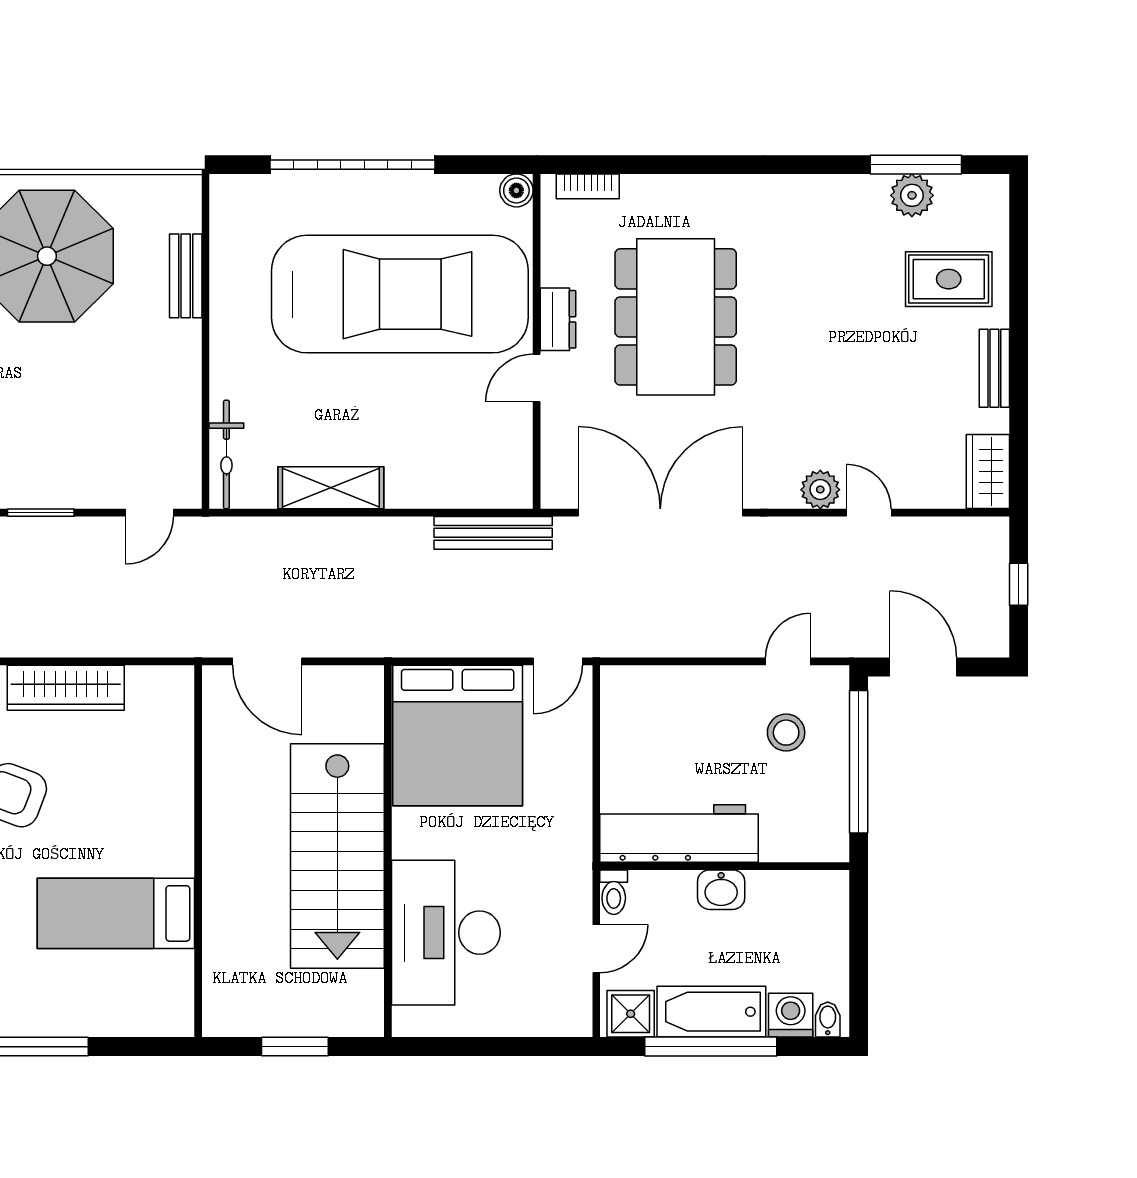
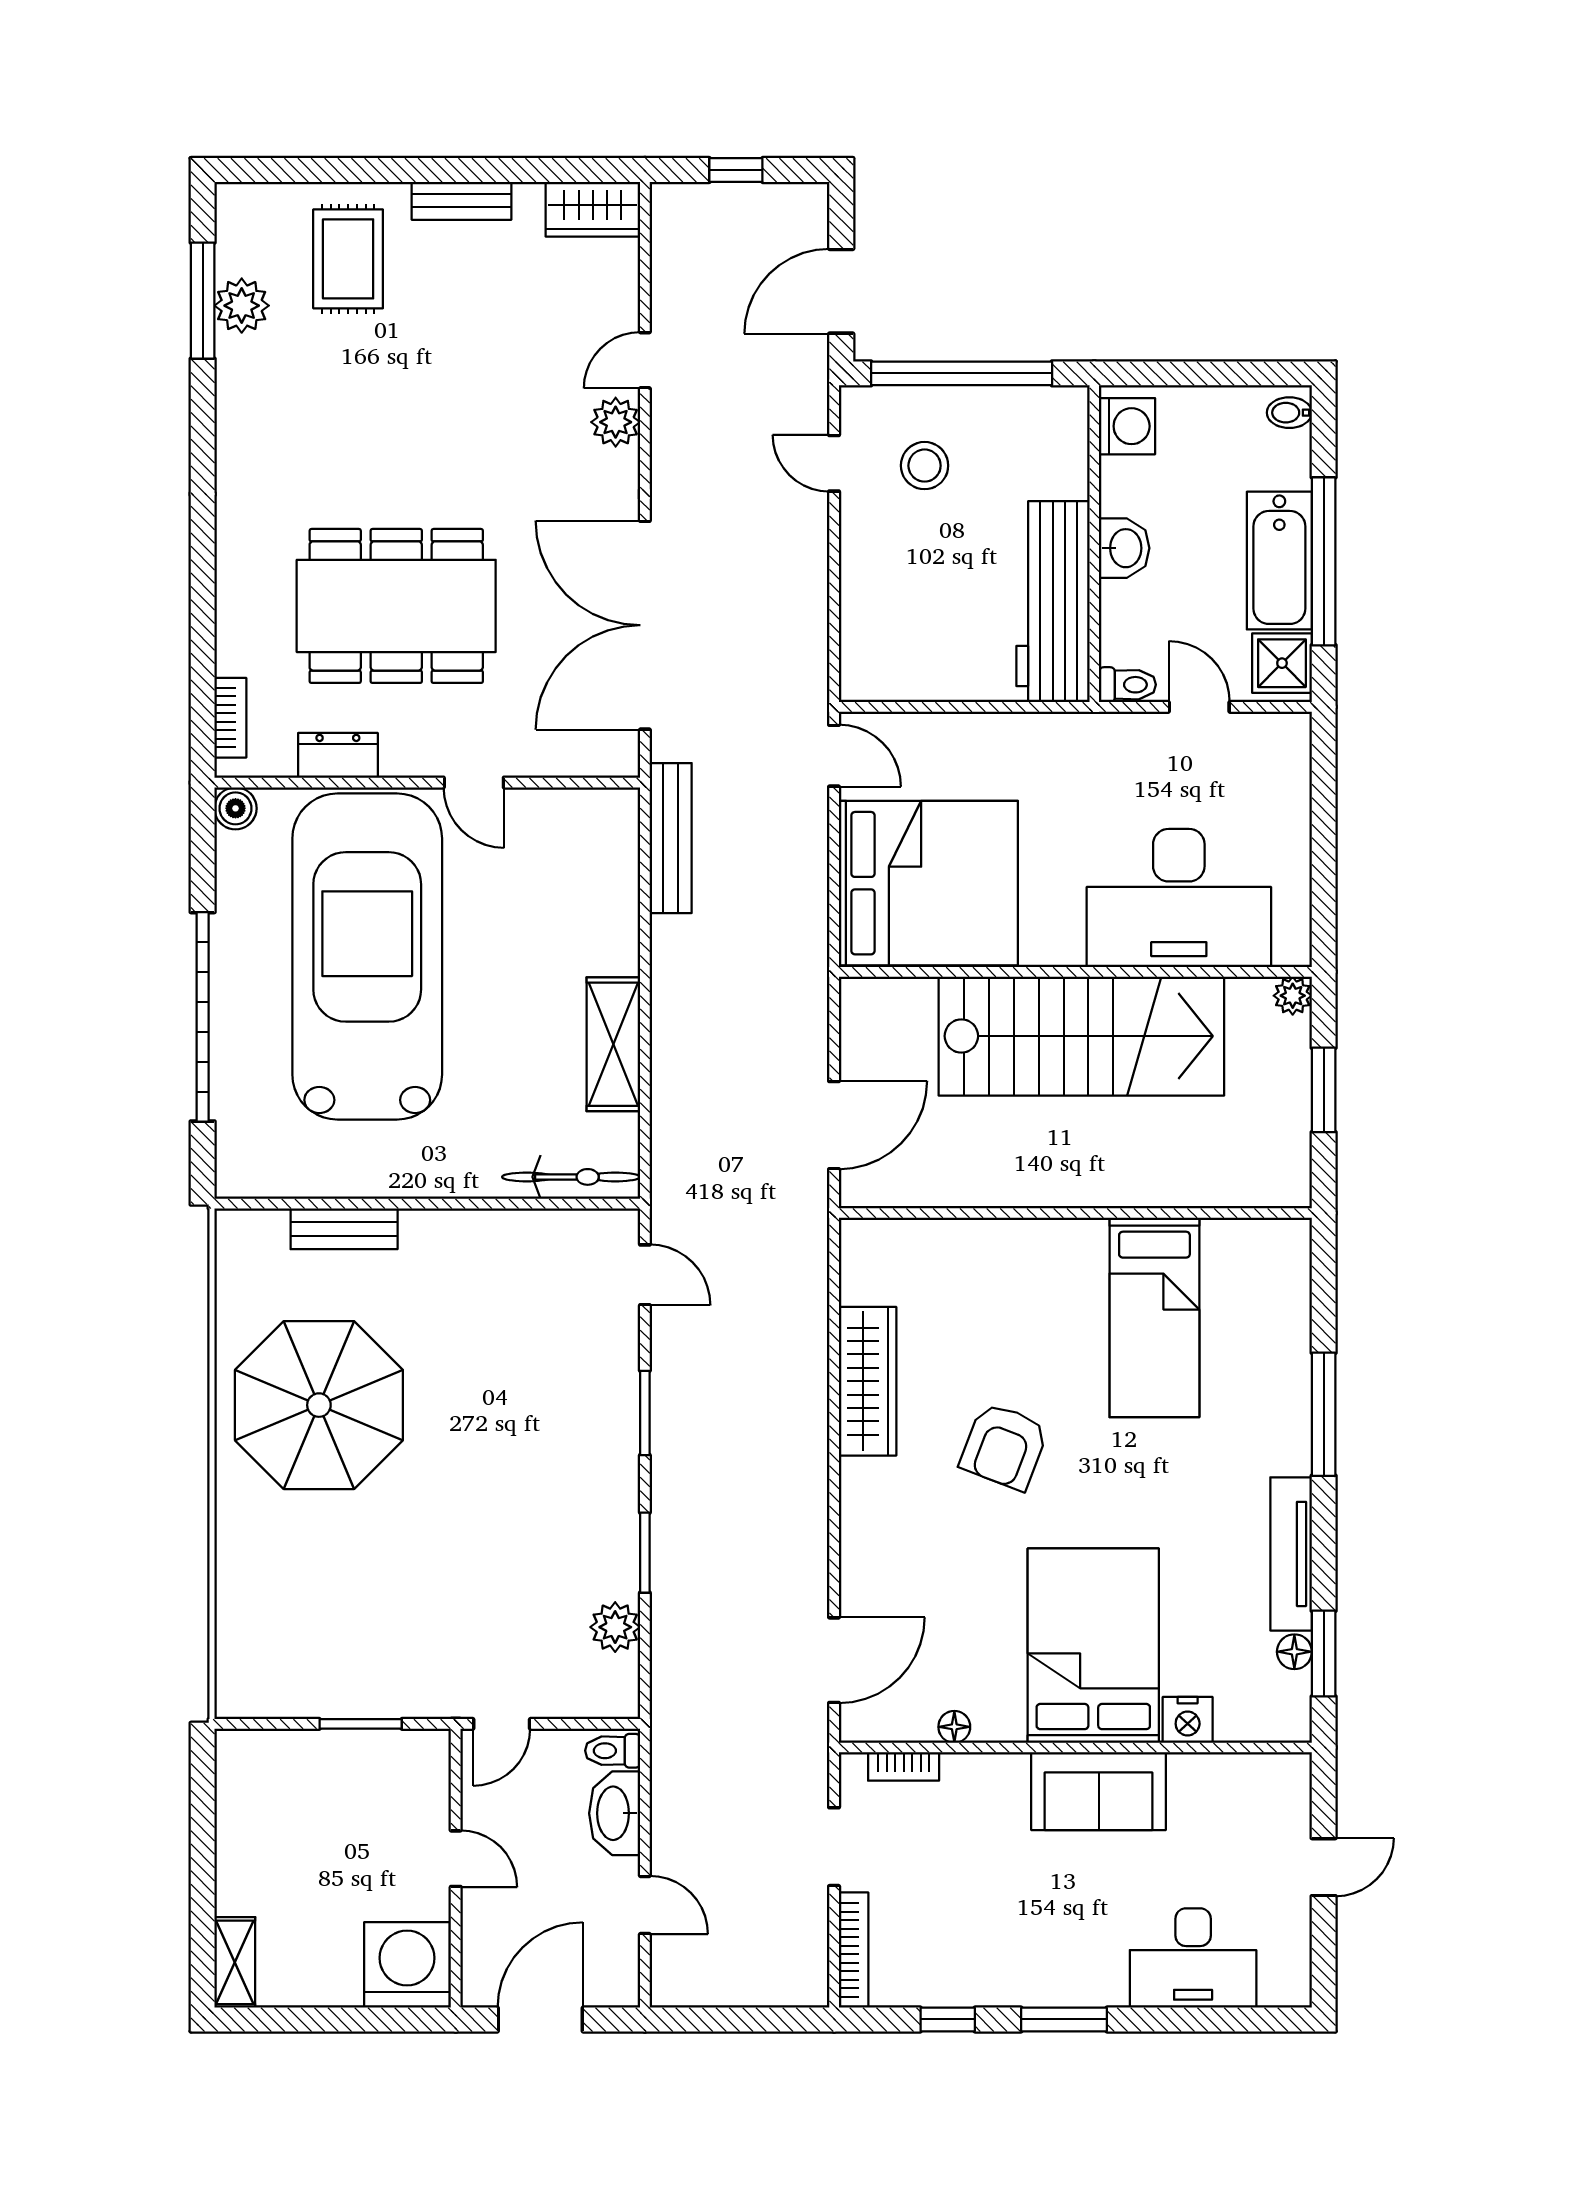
dresser: (558, 319) -> (338, 755), moved
washing machine: (791, 1015) -> (1127, 426), moved, turned 180
plant: (369, 1022) -> (1293, 996), added

